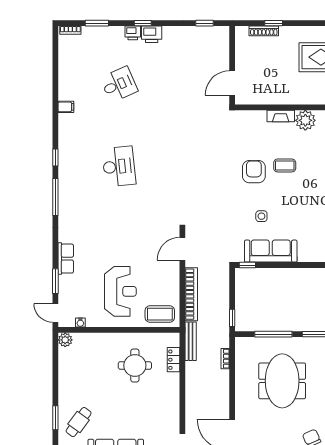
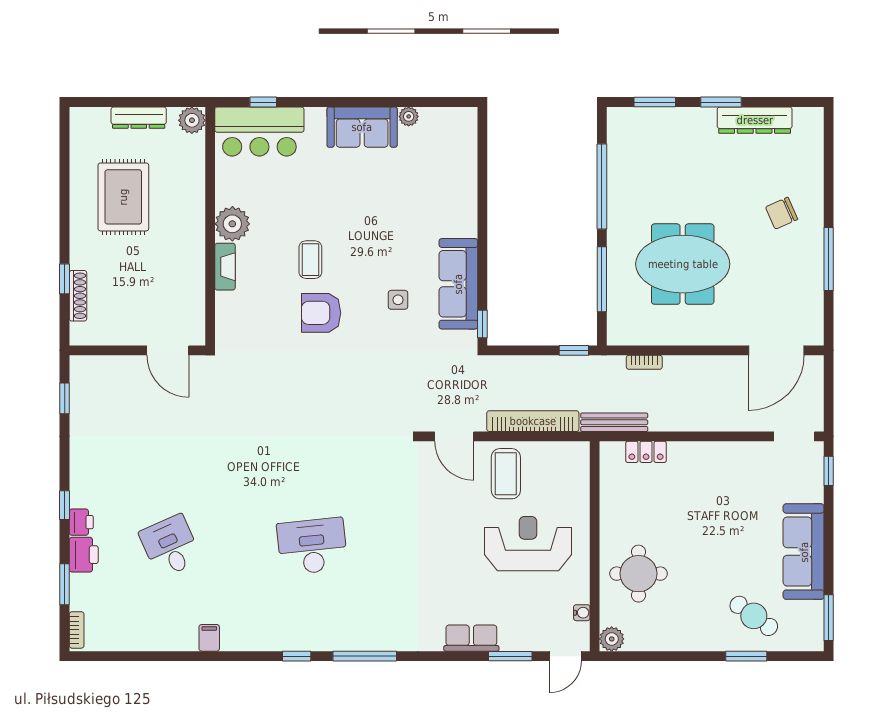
printer: (152, 34) -> (84, 555), moved
coffee table: (160, 314) -> (506, 474), moved
round table: (135, 365) -> (639, 574), moved

